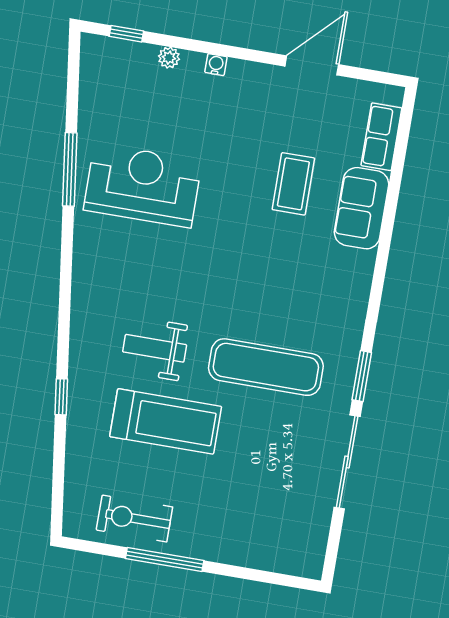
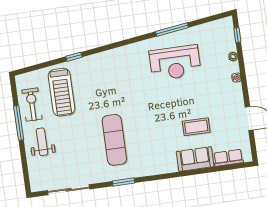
reception desk: (143, 185) -> (175, 63), turned 90
weight bench: (155, 348) -> (42, 142), moved
treadmill: (166, 421) -> (62, 92), moved
sliding door: (347, 462) -> (69, 190), moved

